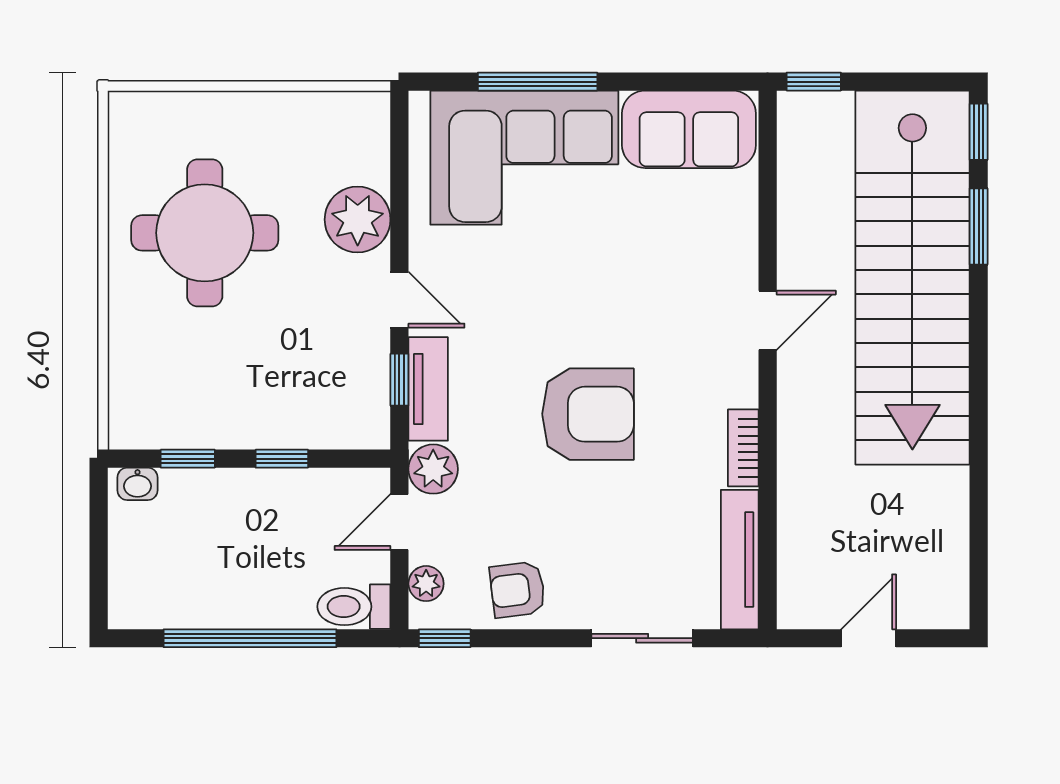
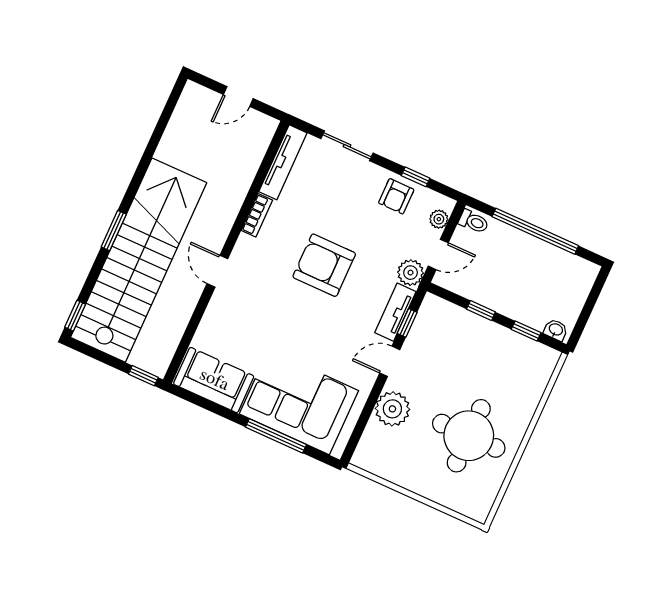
window: (979, 226) -> (114, 231), moved
door: (399, 300) -> (390, 361), hinge flipped
door: (768, 320) -> (217, 271), hinge flipped
armchair: (518, 590) -> (396, 196), turned 97
toilet: (354, 607) -> (474, 222), width x0.73, depth x0.72
window: (445, 638) -> (416, 177), moved

